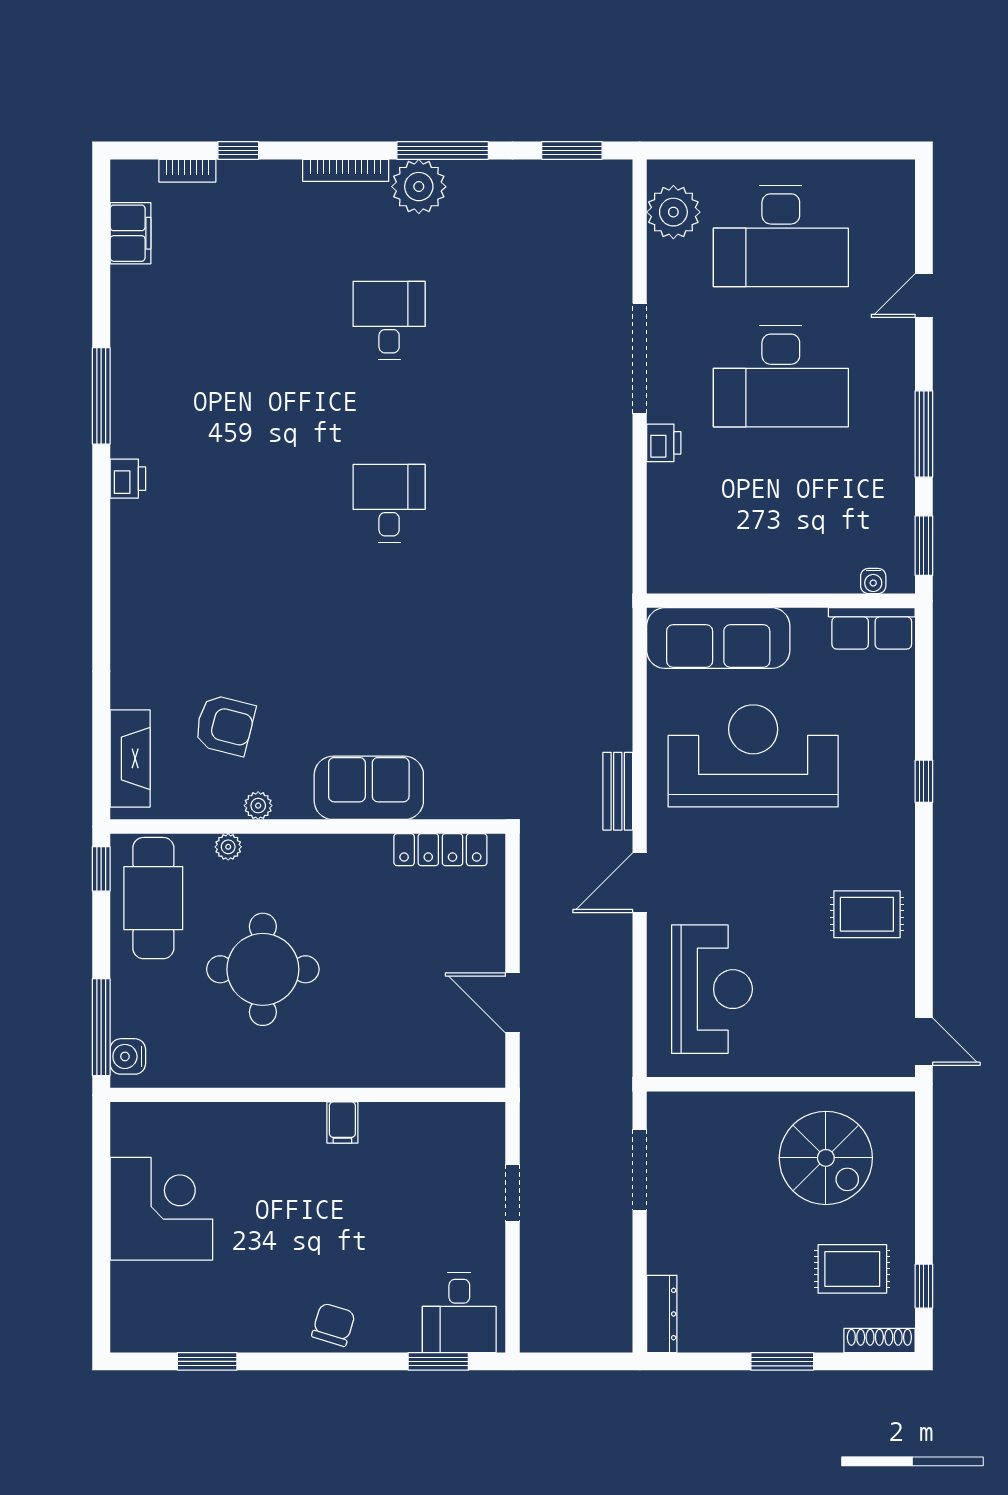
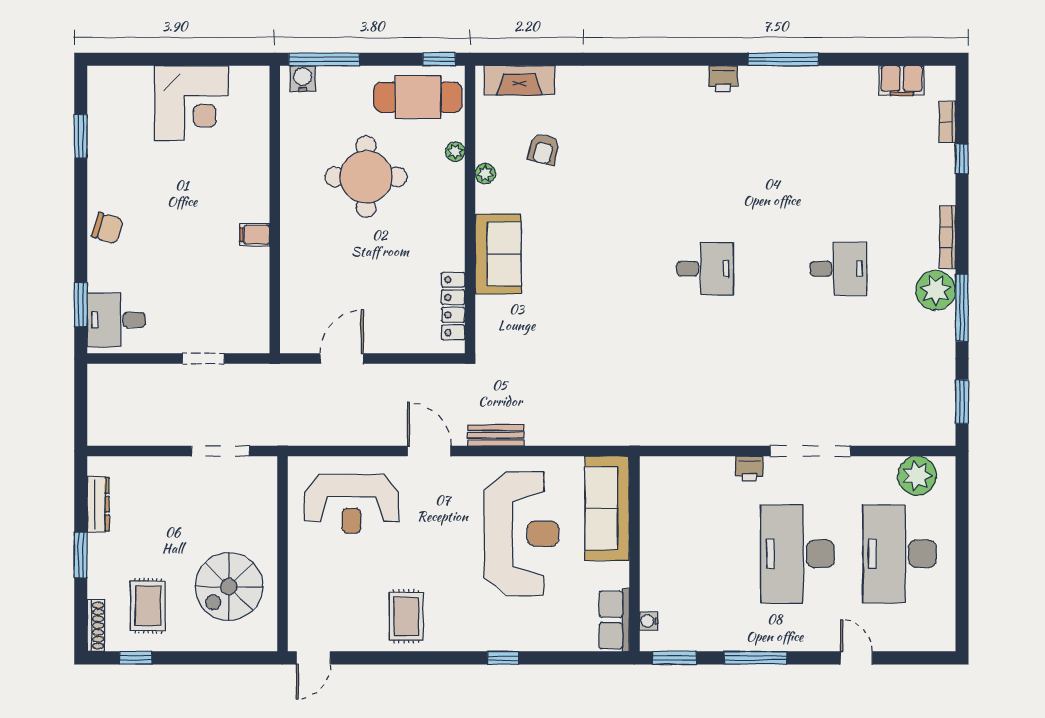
armchair: (225, 725) -> (544, 149), width x0.72, depth x0.72
dresser: (662, 1314) -> (98, 504), moved, turned -90

